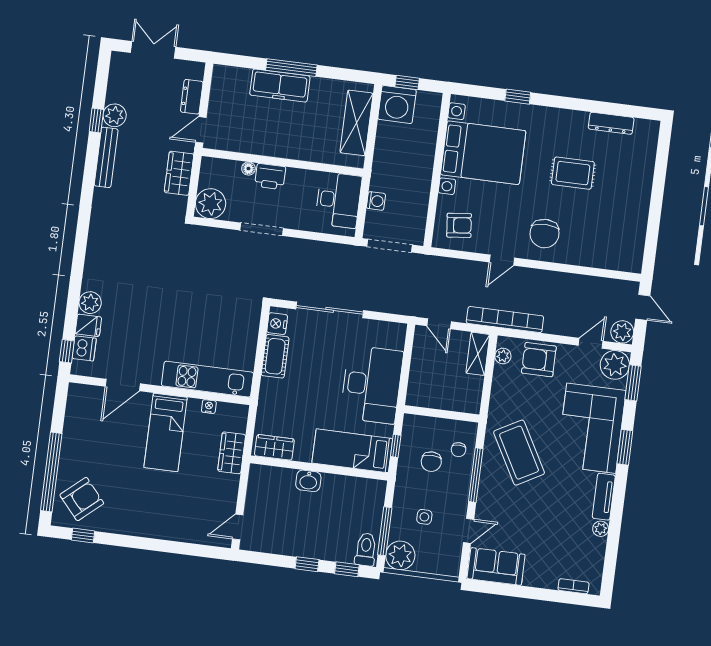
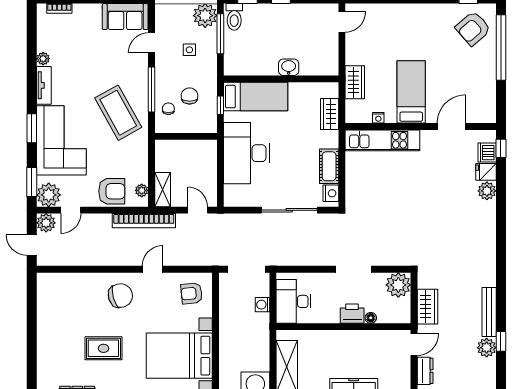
chair: (545, 234) -> (120, 296), turned 74
wardrobe: (274, 447) -> (330, 114), moved, turned 90

